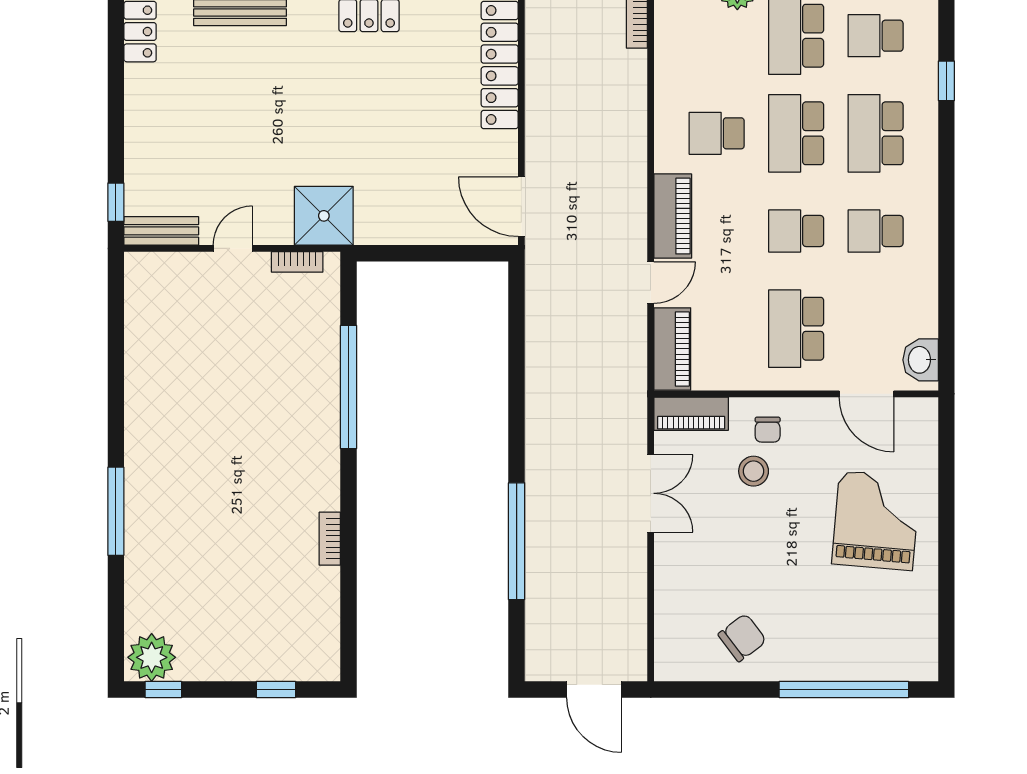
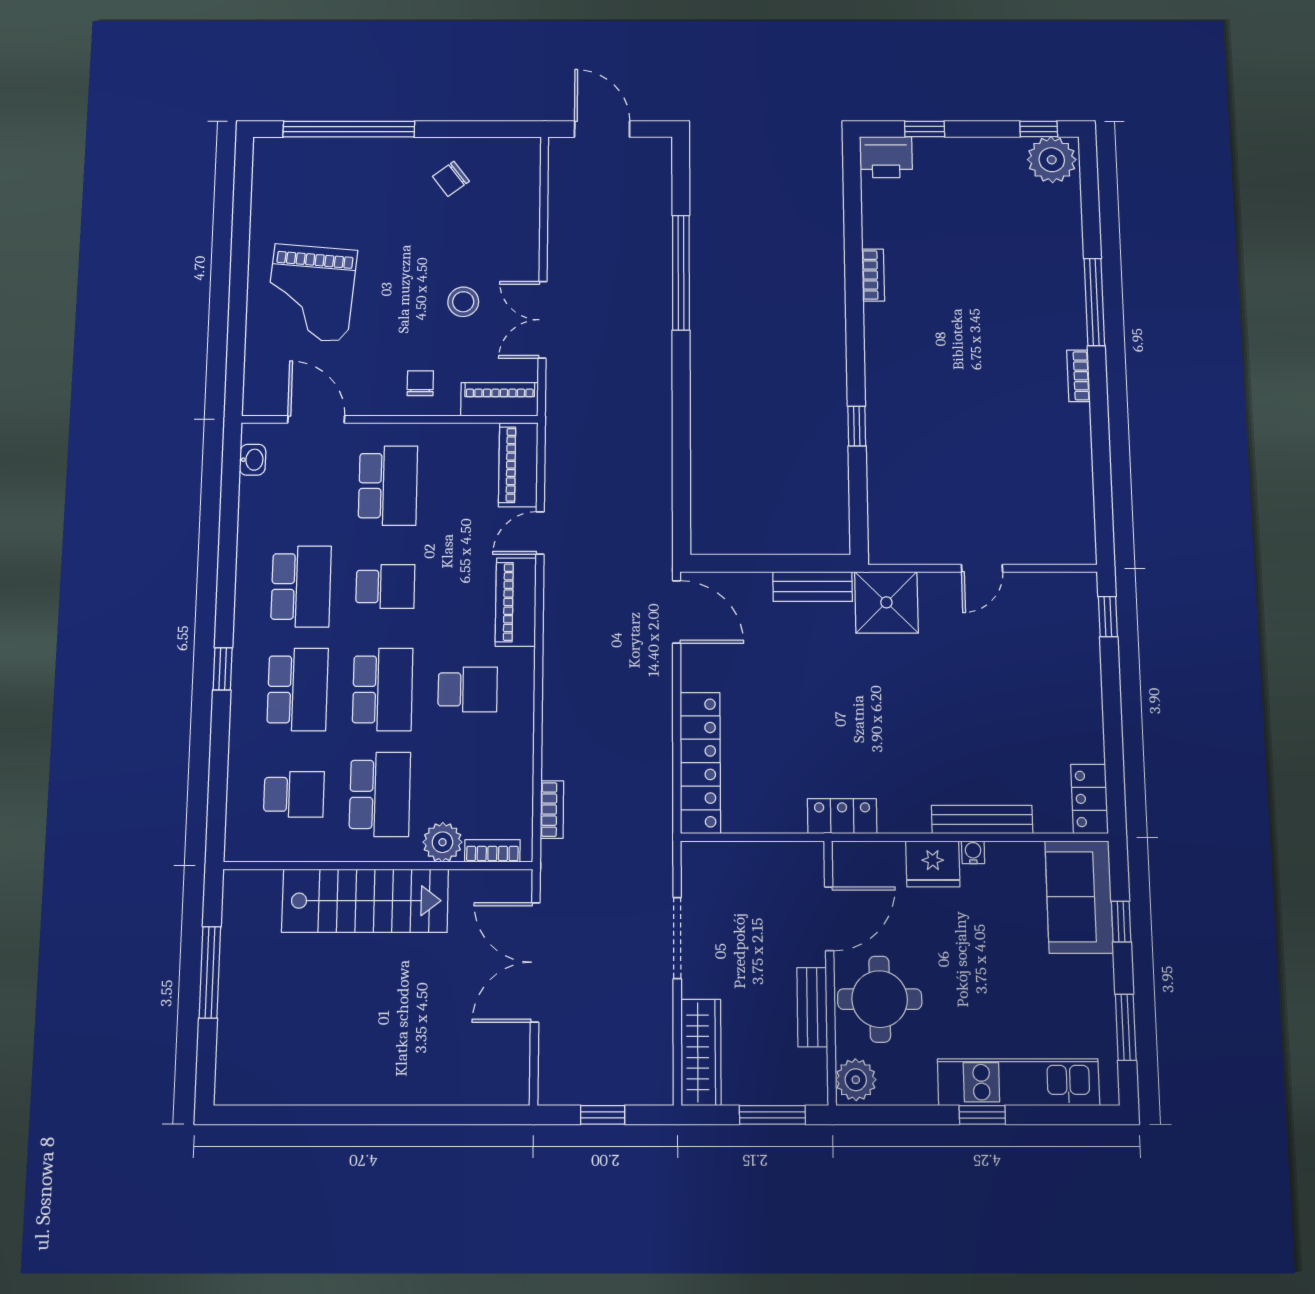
window: (946, 81) -> (223, 669), moved
bench: (161, 231) -> (813, 587), moved
school desk: (876, 231) -> (301, 586), width x1.85
bookcase: (297, 262) -> (1078, 376), moved, turned -90
washbasin: (921, 360) -> (253, 460), width x0.72, depth x0.69
window: (349, 387) -> (857, 426), width x0.32
stool: (754, 471) -> (463, 302), moved
chair: (742, 638) -> (451, 179), width x0.73, depth x0.73
printer: (315, 660) -> (886, 157), added

